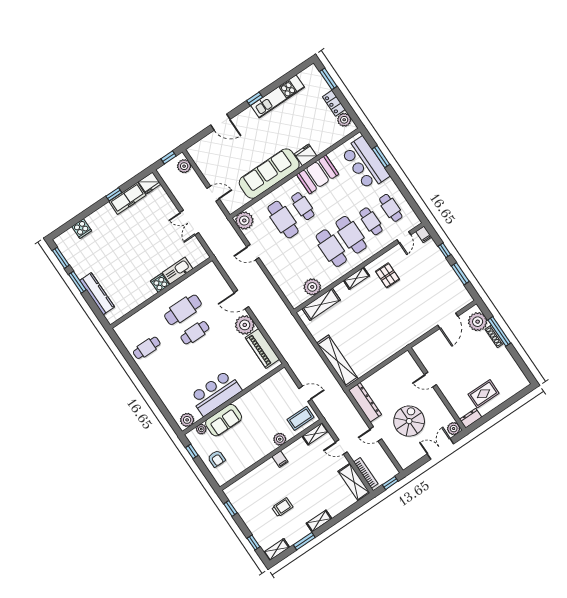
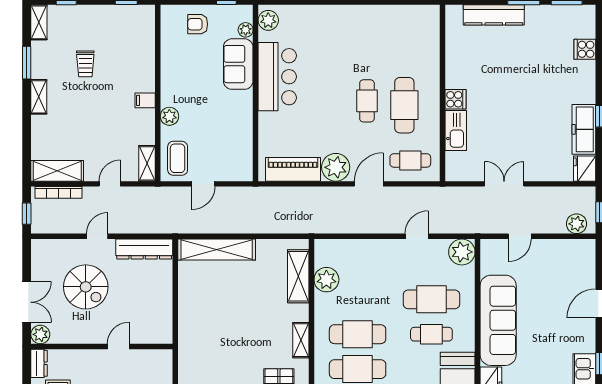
cafe table: (147, 348) -> (410, 160), moved, turned 90

